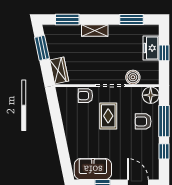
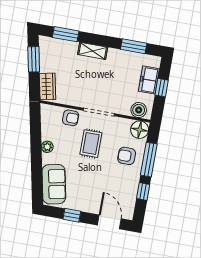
boiler: (133, 77) -> (139, 110), moved
armchair: (85, 96) -> (71, 118), turned 180
plant: (69, 126) -> (47, 147), added
sofa: (93, 169) -> (54, 184), moved, turned 78

